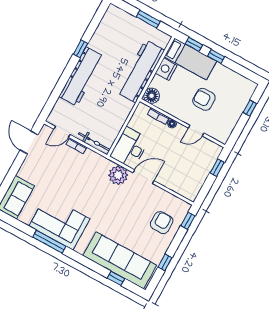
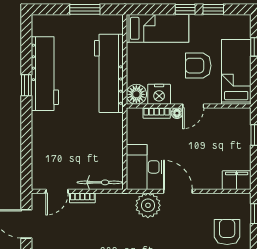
window: (194, 44) -> (213, 9), moved
nightstand: (166, 69) -> (159, 94), moved, turned -90
workbench: (82, 77) -> (45, 74), moved
bed: (227, 118) -> (236, 72), added
door: (196, 131) -> (193, 106), moved
door: (144, 177) -> (178, 191), hinge flipped
filing cabinet: (187, 191) -> (237, 180), added

